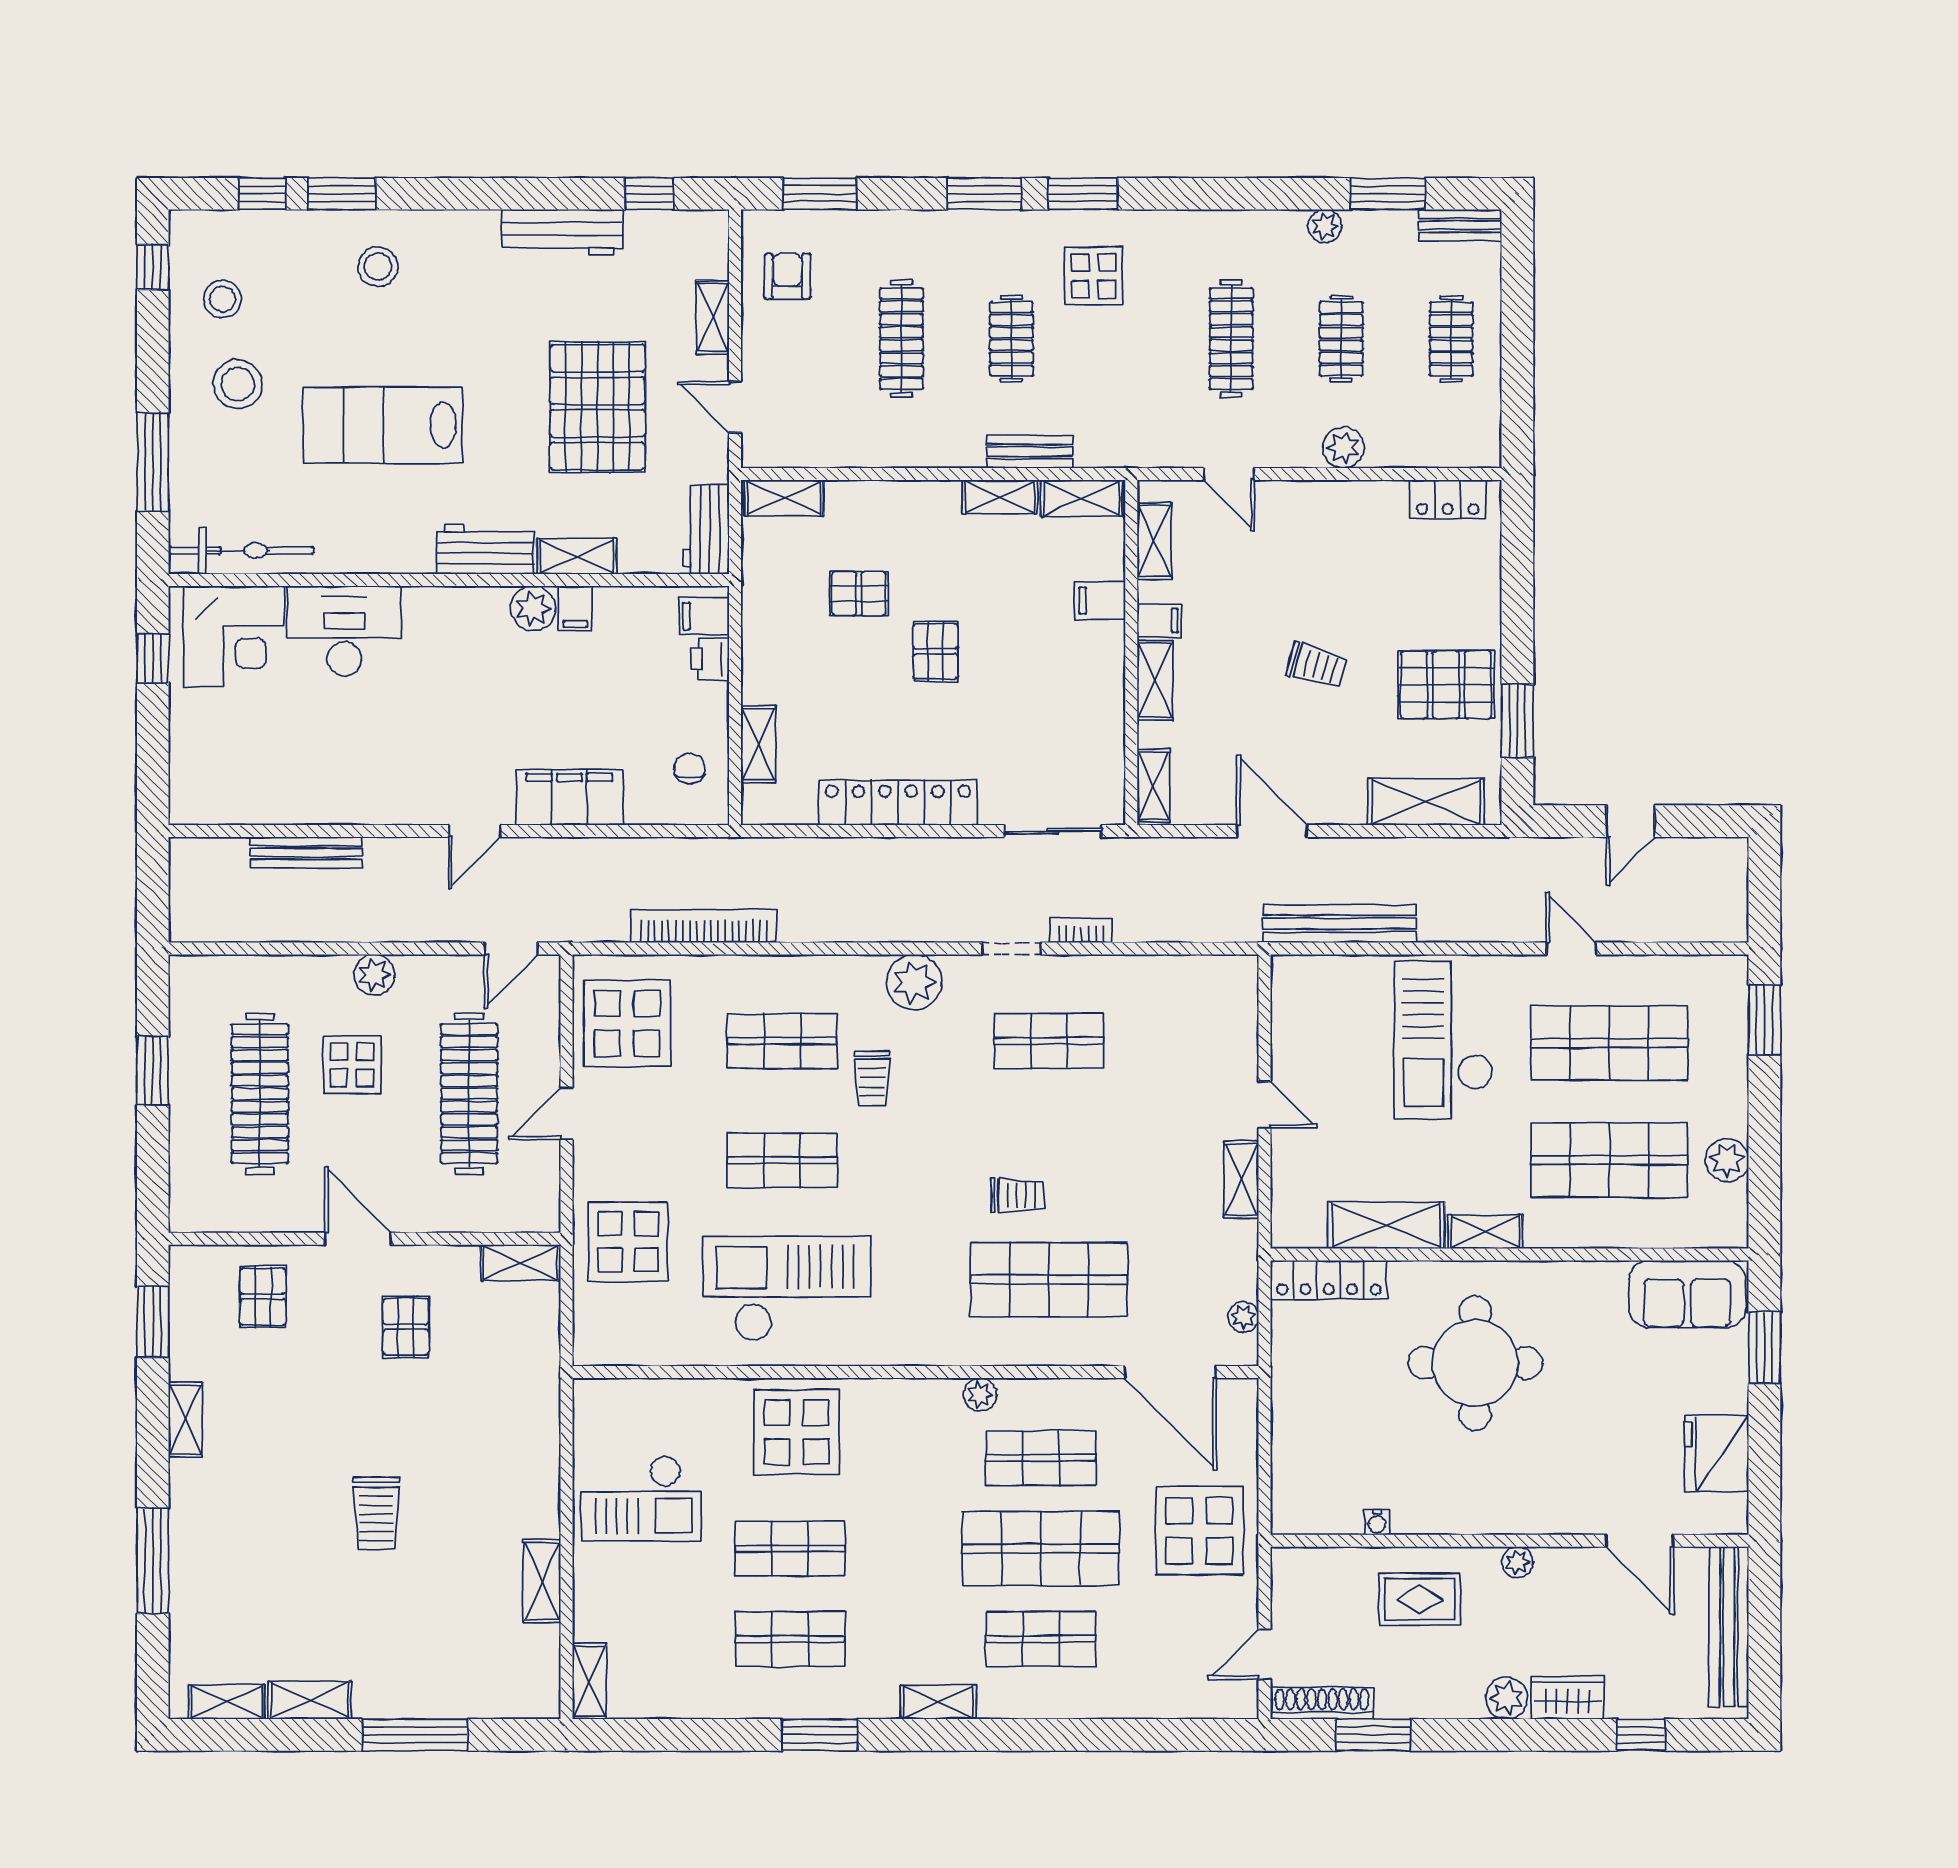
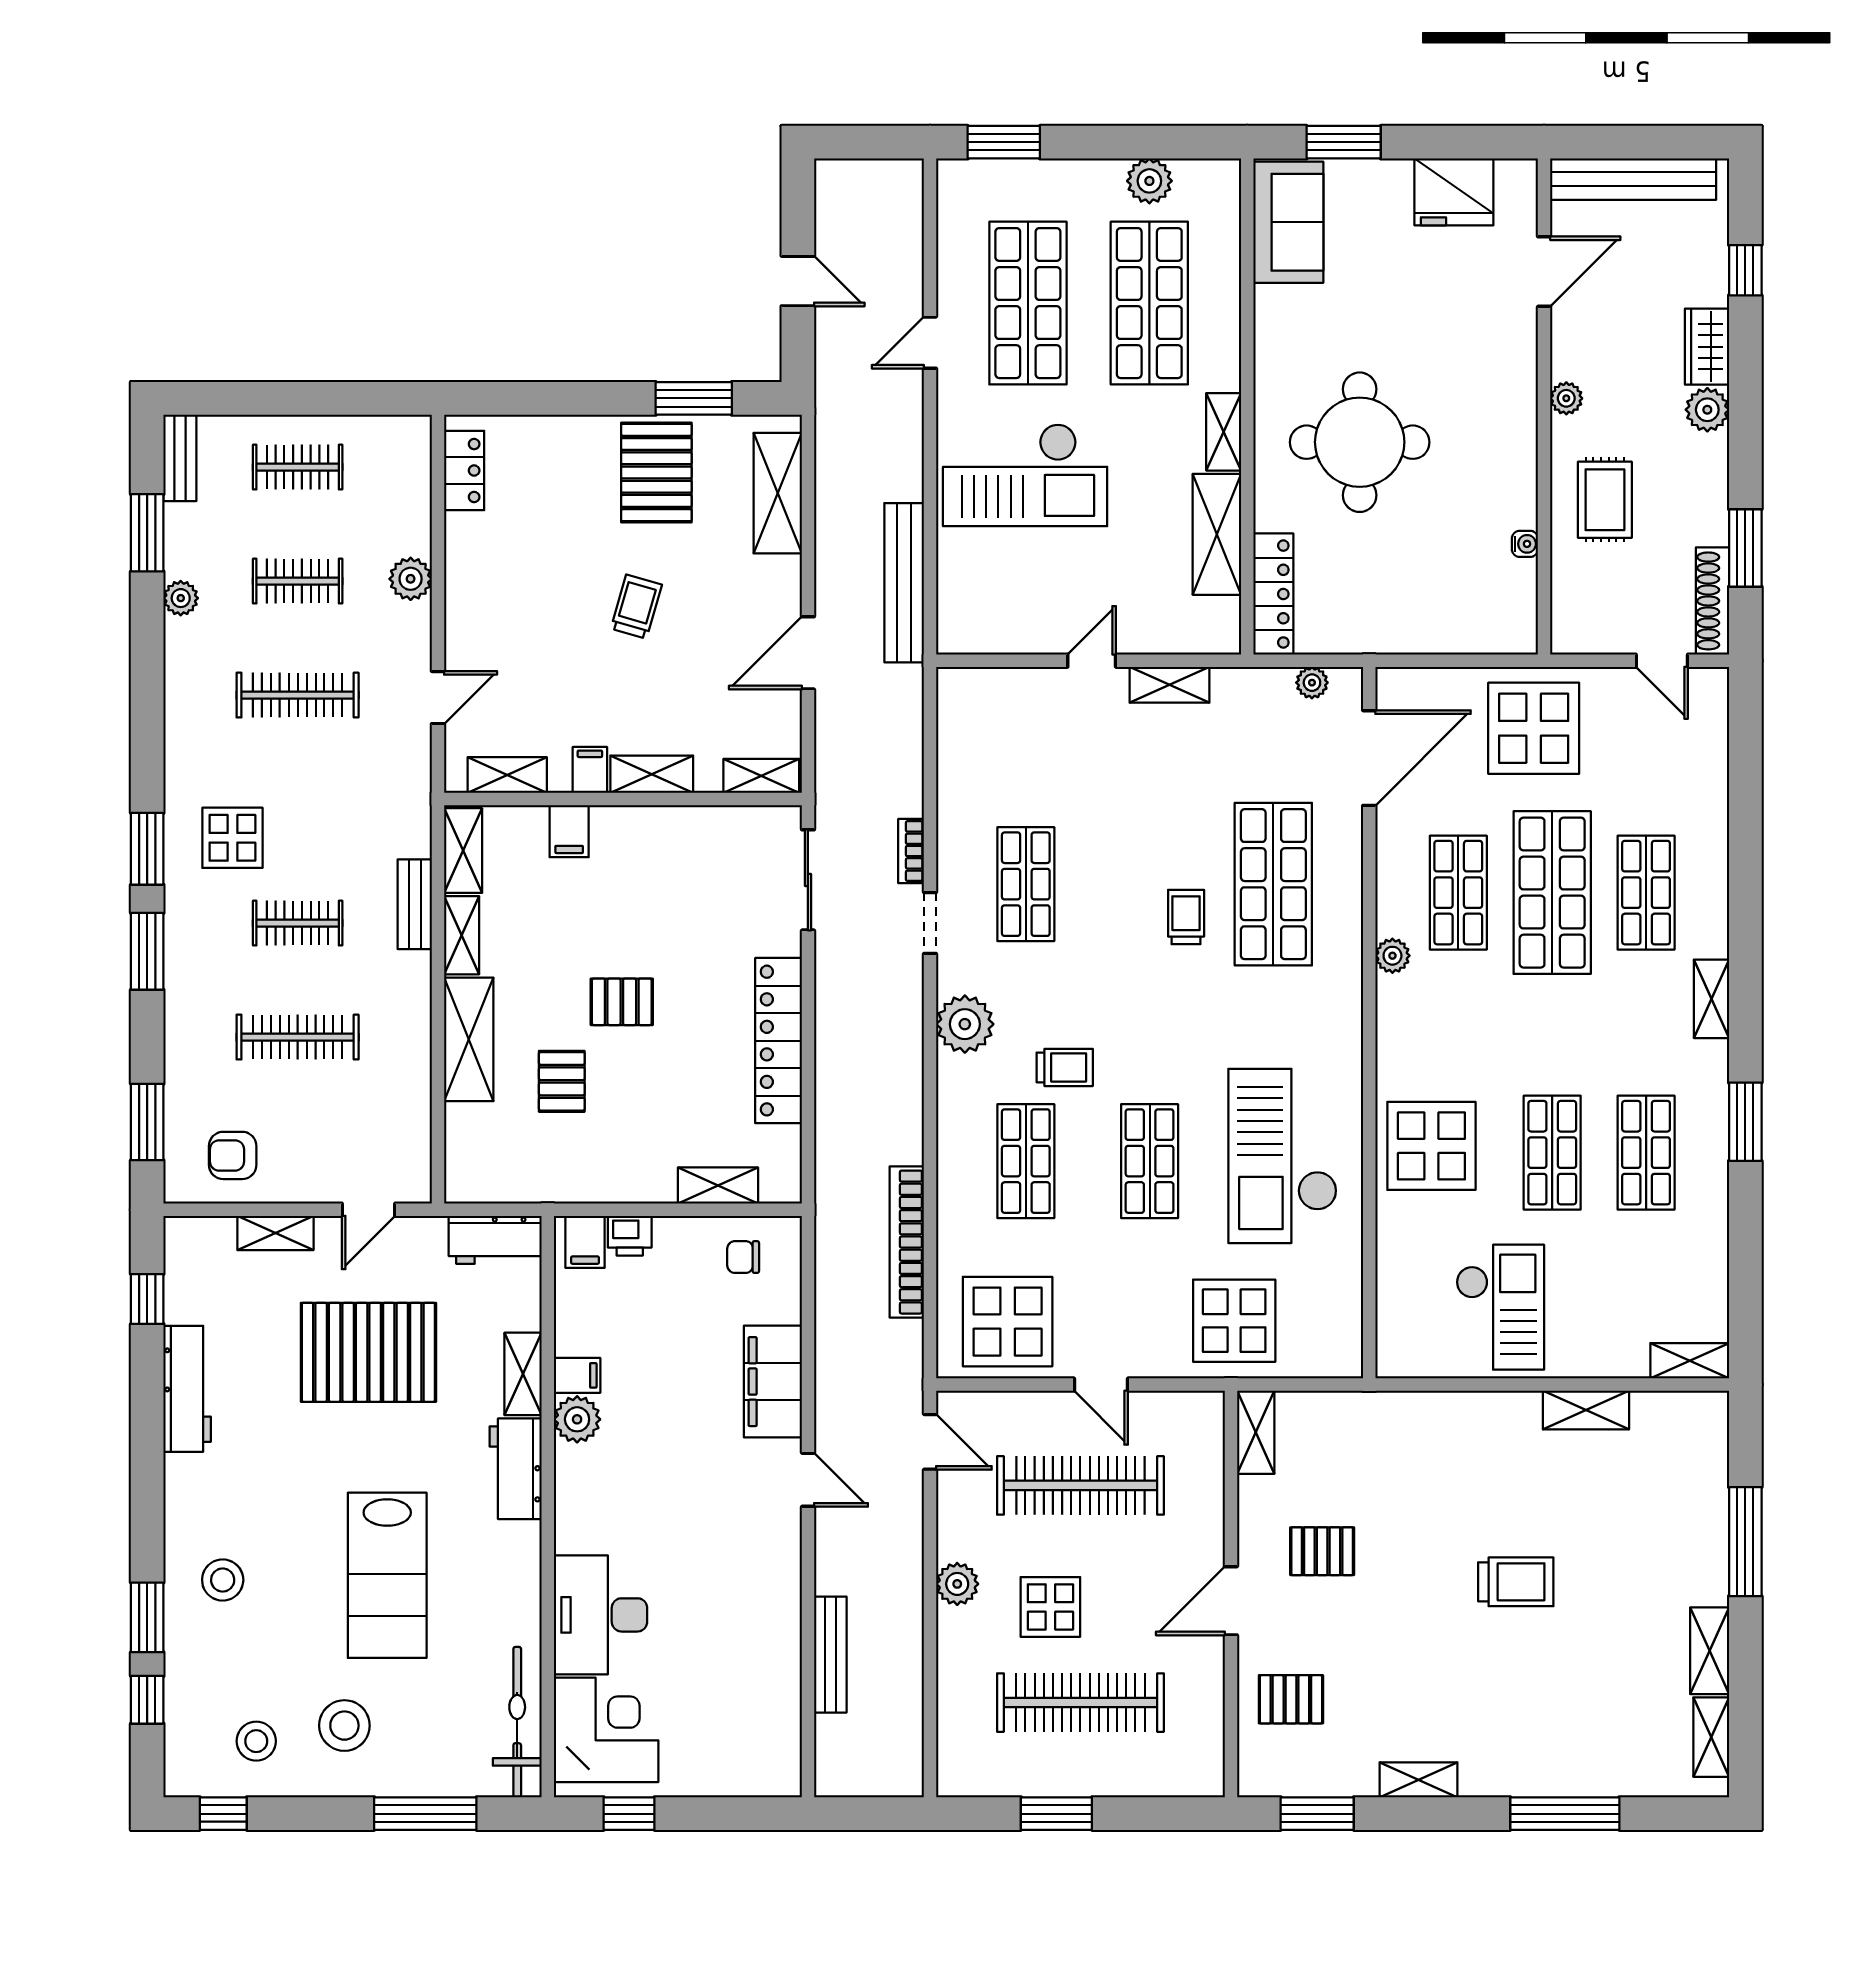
shelving: (784, 498) -> (469, 1039), moved, width x1.50, depth x1.33

